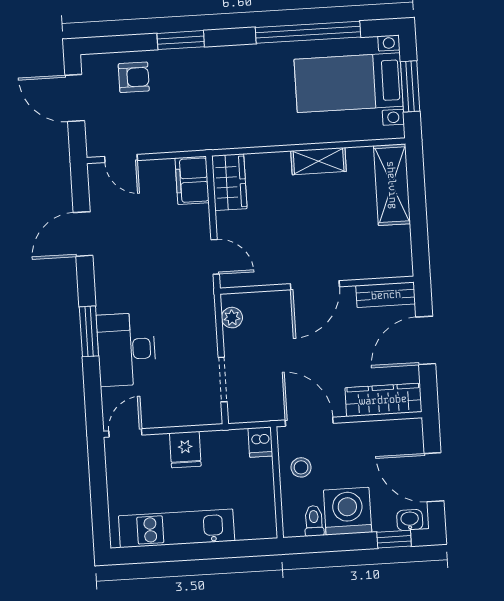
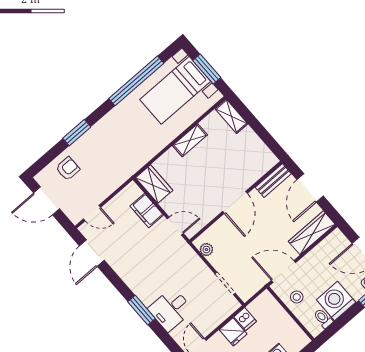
filing cabinet: (192, 180) -> (147, 211), moved
shelving: (392, 185) -> (231, 116), width x0.67, depth x0.75
door: (83, 234) -> (92, 253), moved
desk: (126, 349) -> (171, 309), width x0.73
dishwasher: (260, 442) -> (245, 319), moved

